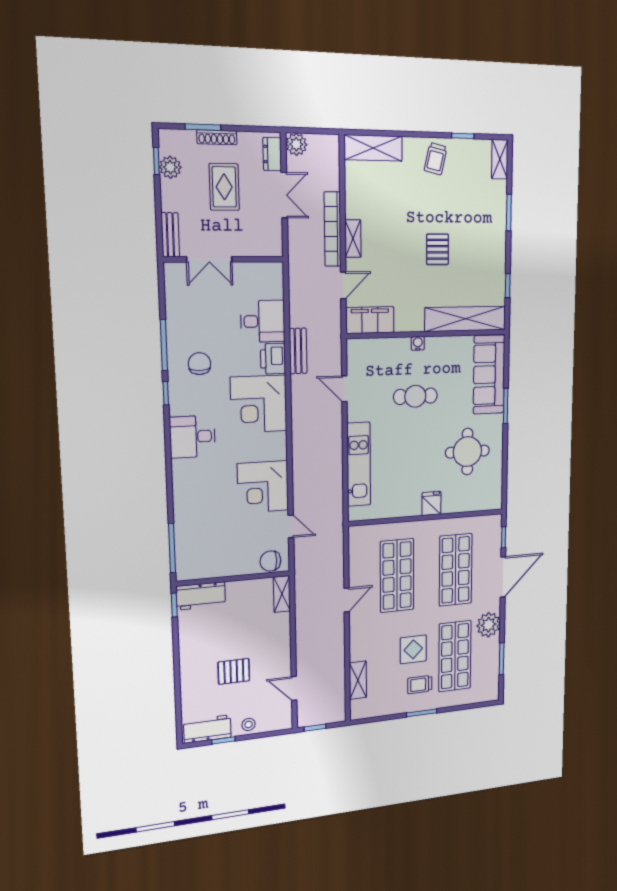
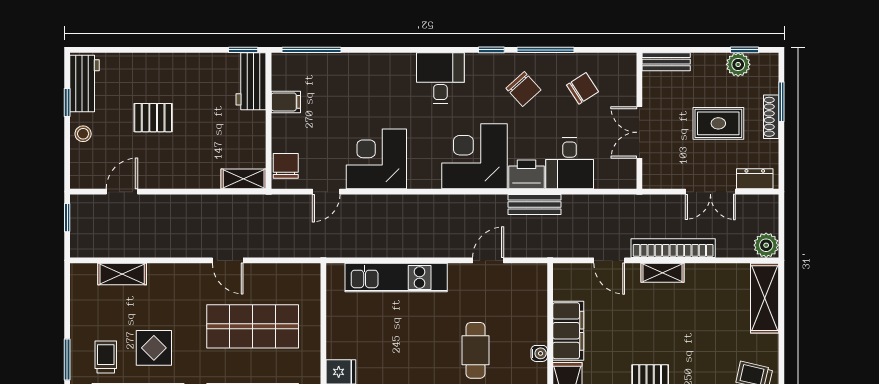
plant: (296, 144) -> (766, 245), moved
double door: (209, 259) -> (639, 132), moved
chair: (197, 311) -> (582, 88), added
filing cabinet: (370, 320) -> (568, 331), moved
chair: (199, 364) -> (523, 89), turned 48
filing cabinet: (217, 566) -> (286, 102), added
pallet: (234, 671) -> (153, 118), turned 90

